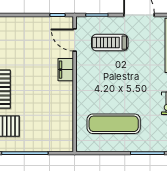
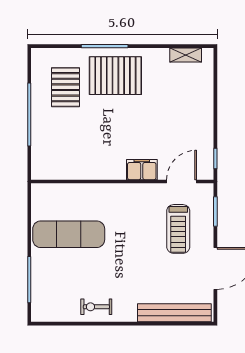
treadmill: (110, 43) -> (178, 229), turned 180
exercise mat: (114, 124) -> (69, 234), turned 90

